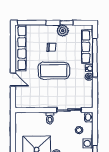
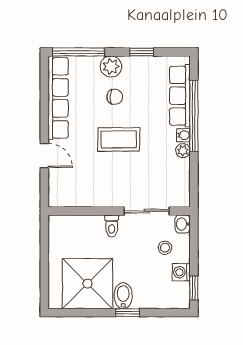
plant: (63, 31) -> (111, 66), moved
coffee table: (54, 71) -> (119, 139), width x0.73, depth x0.76

